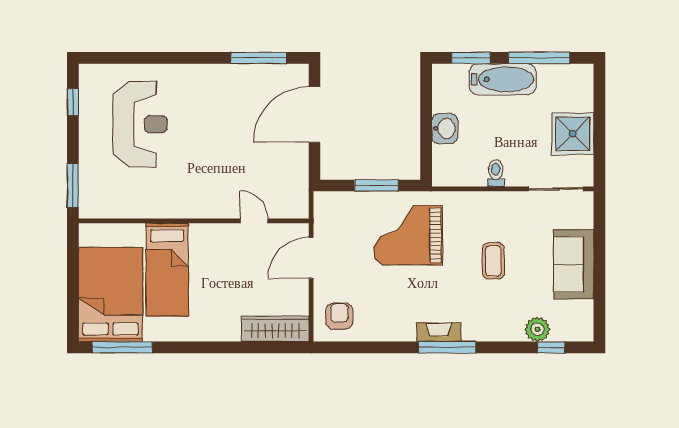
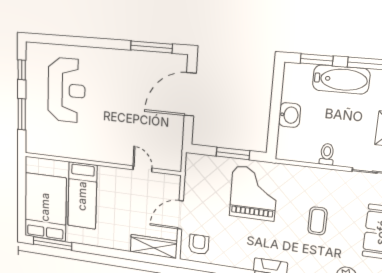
window: (73, 185) -> (22, 114), moved
grand piano: (408, 235) -> (254, 193), turned 90
door: (311, 258) -> (180, 215), moved

